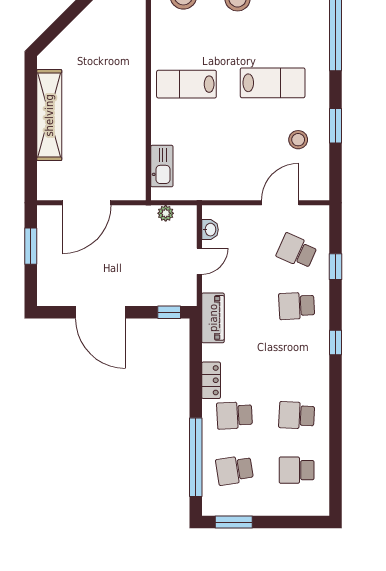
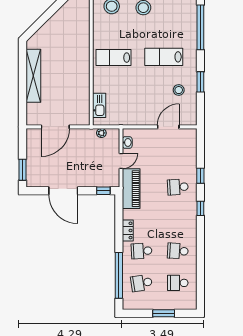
lab bench: (273, 83) -> (164, 57), turned 180
window: (31, 246) -> (23, 170), moved
school desk: (297, 251) -> (178, 155), removed
window: (335, 267) -> (200, 176), moved
piano: (213, 318) -> (131, 189), width x1.37, depth x1.33
window: (234, 522) -> (164, 313), moved

